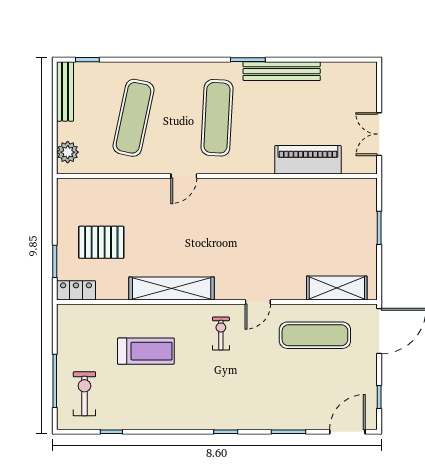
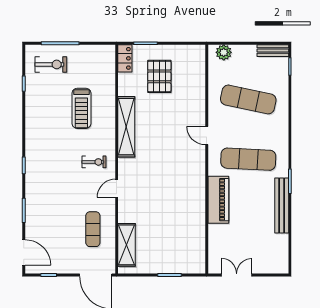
bench: (65, 91) -> (273, 51), width x0.73
piano: (308, 160) -> (218, 200), moved
door: (258, 302) -> (117, 188), hinge flipped
exercise mat: (315, 335) -> (93, 229), width x0.73, depth x0.69

